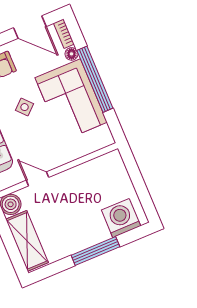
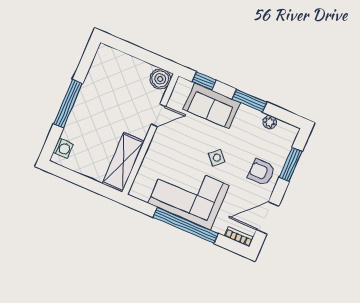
floor lamp: (71, 54) -> (220, 227), removed
washing machine: (121, 218) -> (63, 148), width x0.53, depth x0.53
shelving: (27, 241) -> (123, 162), moved, turned 90

